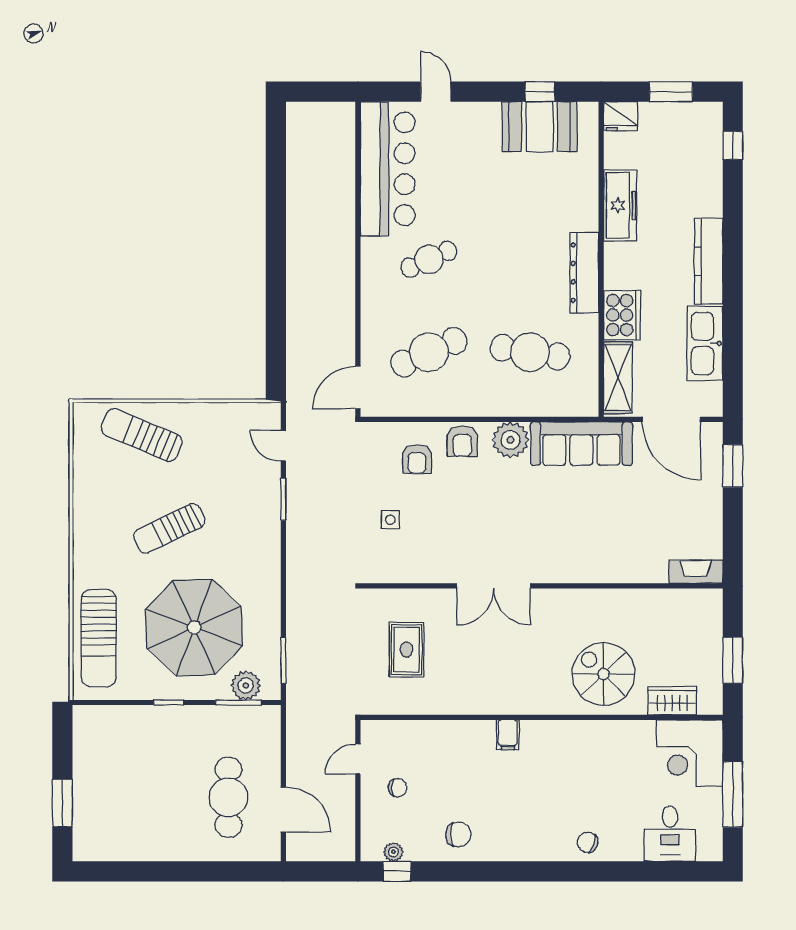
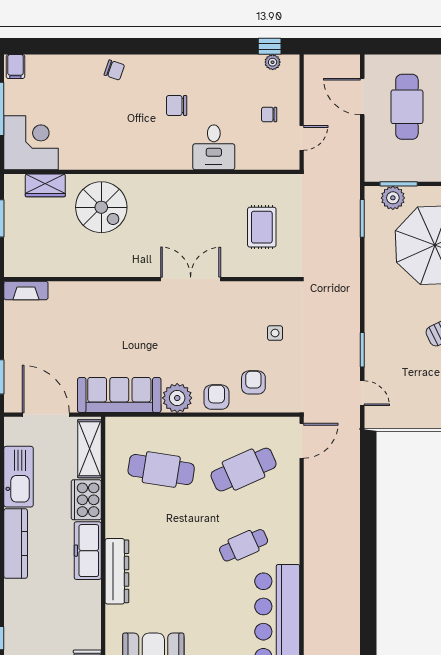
freezer: (620, 205) -> (88, 551), moved
dresser: (584, 273) -> (117, 571), moved
filing cabinet: (508, 735) -> (15, 67), moved, turned 180
desk: (670, 834) -> (214, 147), moved, turned 180
chair: (458, 835) -> (177, 105), moved

